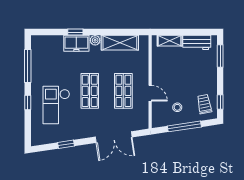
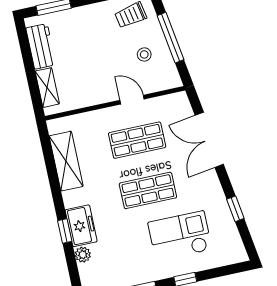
plant: (95, 40) -> (83, 255), moved
door: (150, 93) -> (132, 100), hinge flipped
checkout: (56, 105) -> (180, 236), turned 180
double door: (114, 137) -> (209, 140), swing flipped

